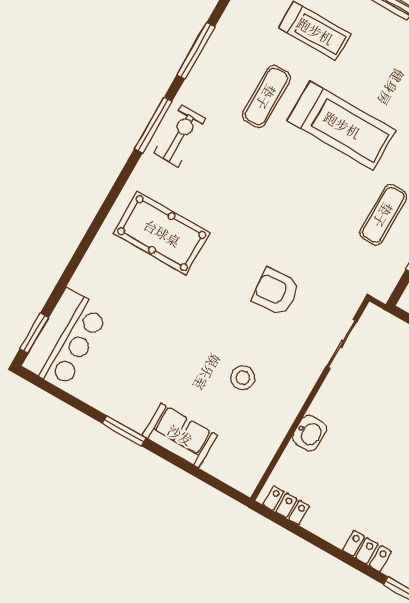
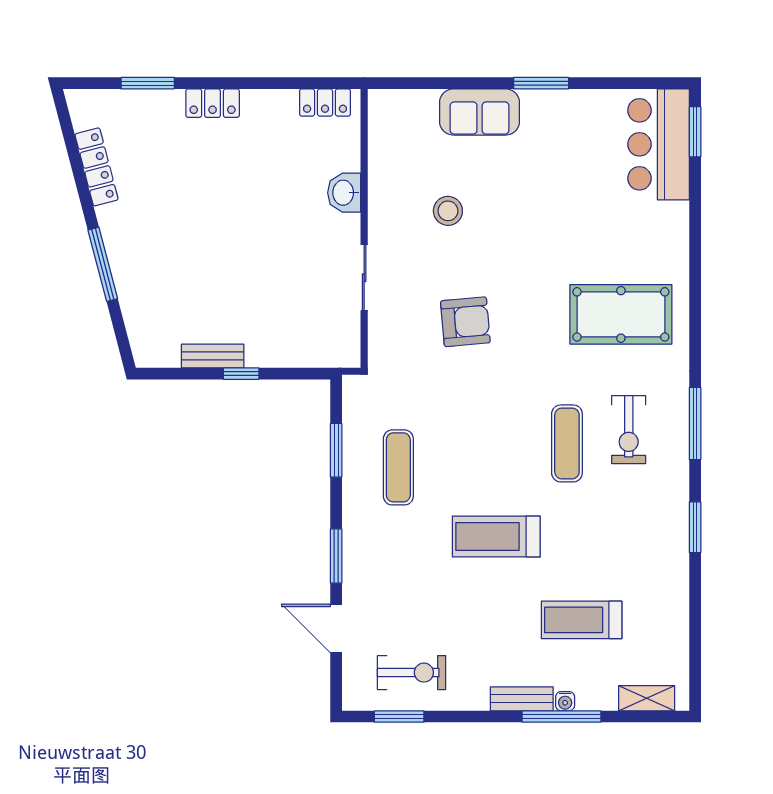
window: (196, 51) -> (695, 527), width x0.69
exercise mat: (266, 97) -> (567, 443), moved
treadmill: (342, 125) -> (496, 537), width x0.73, depth x0.73
exercise bike: (180, 136) -> (629, 430), moved
sliding door: (342, 344) -> (364, 278), moved

